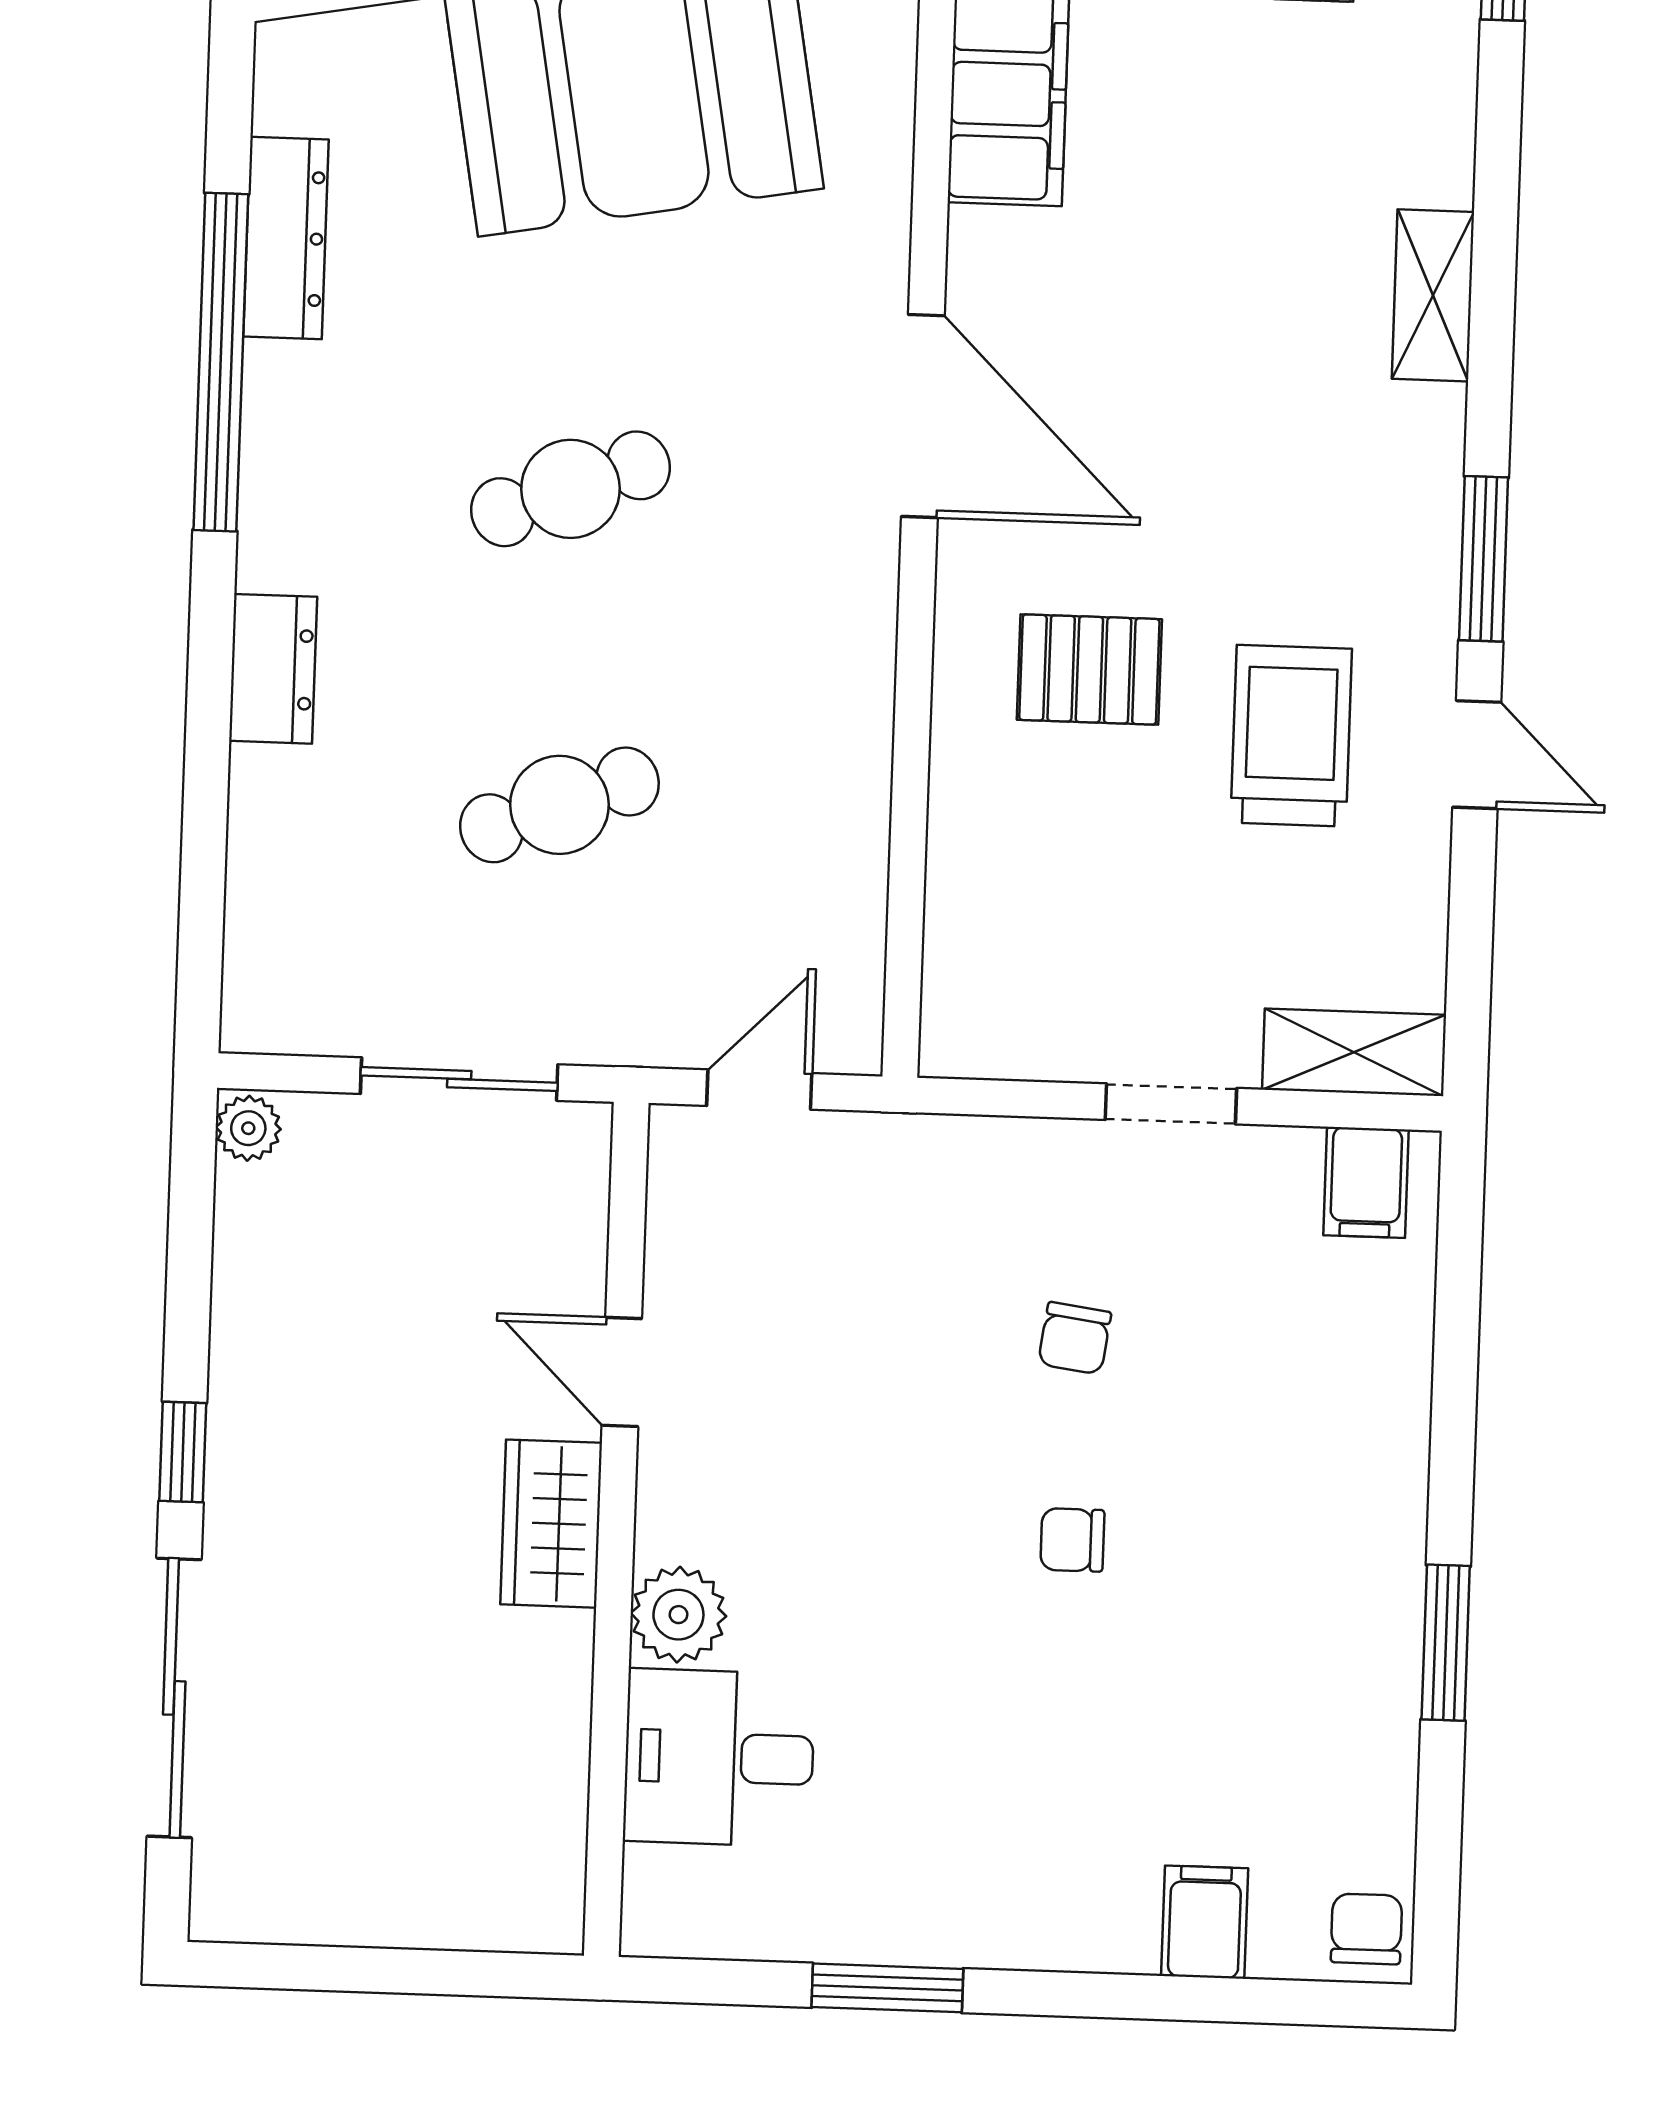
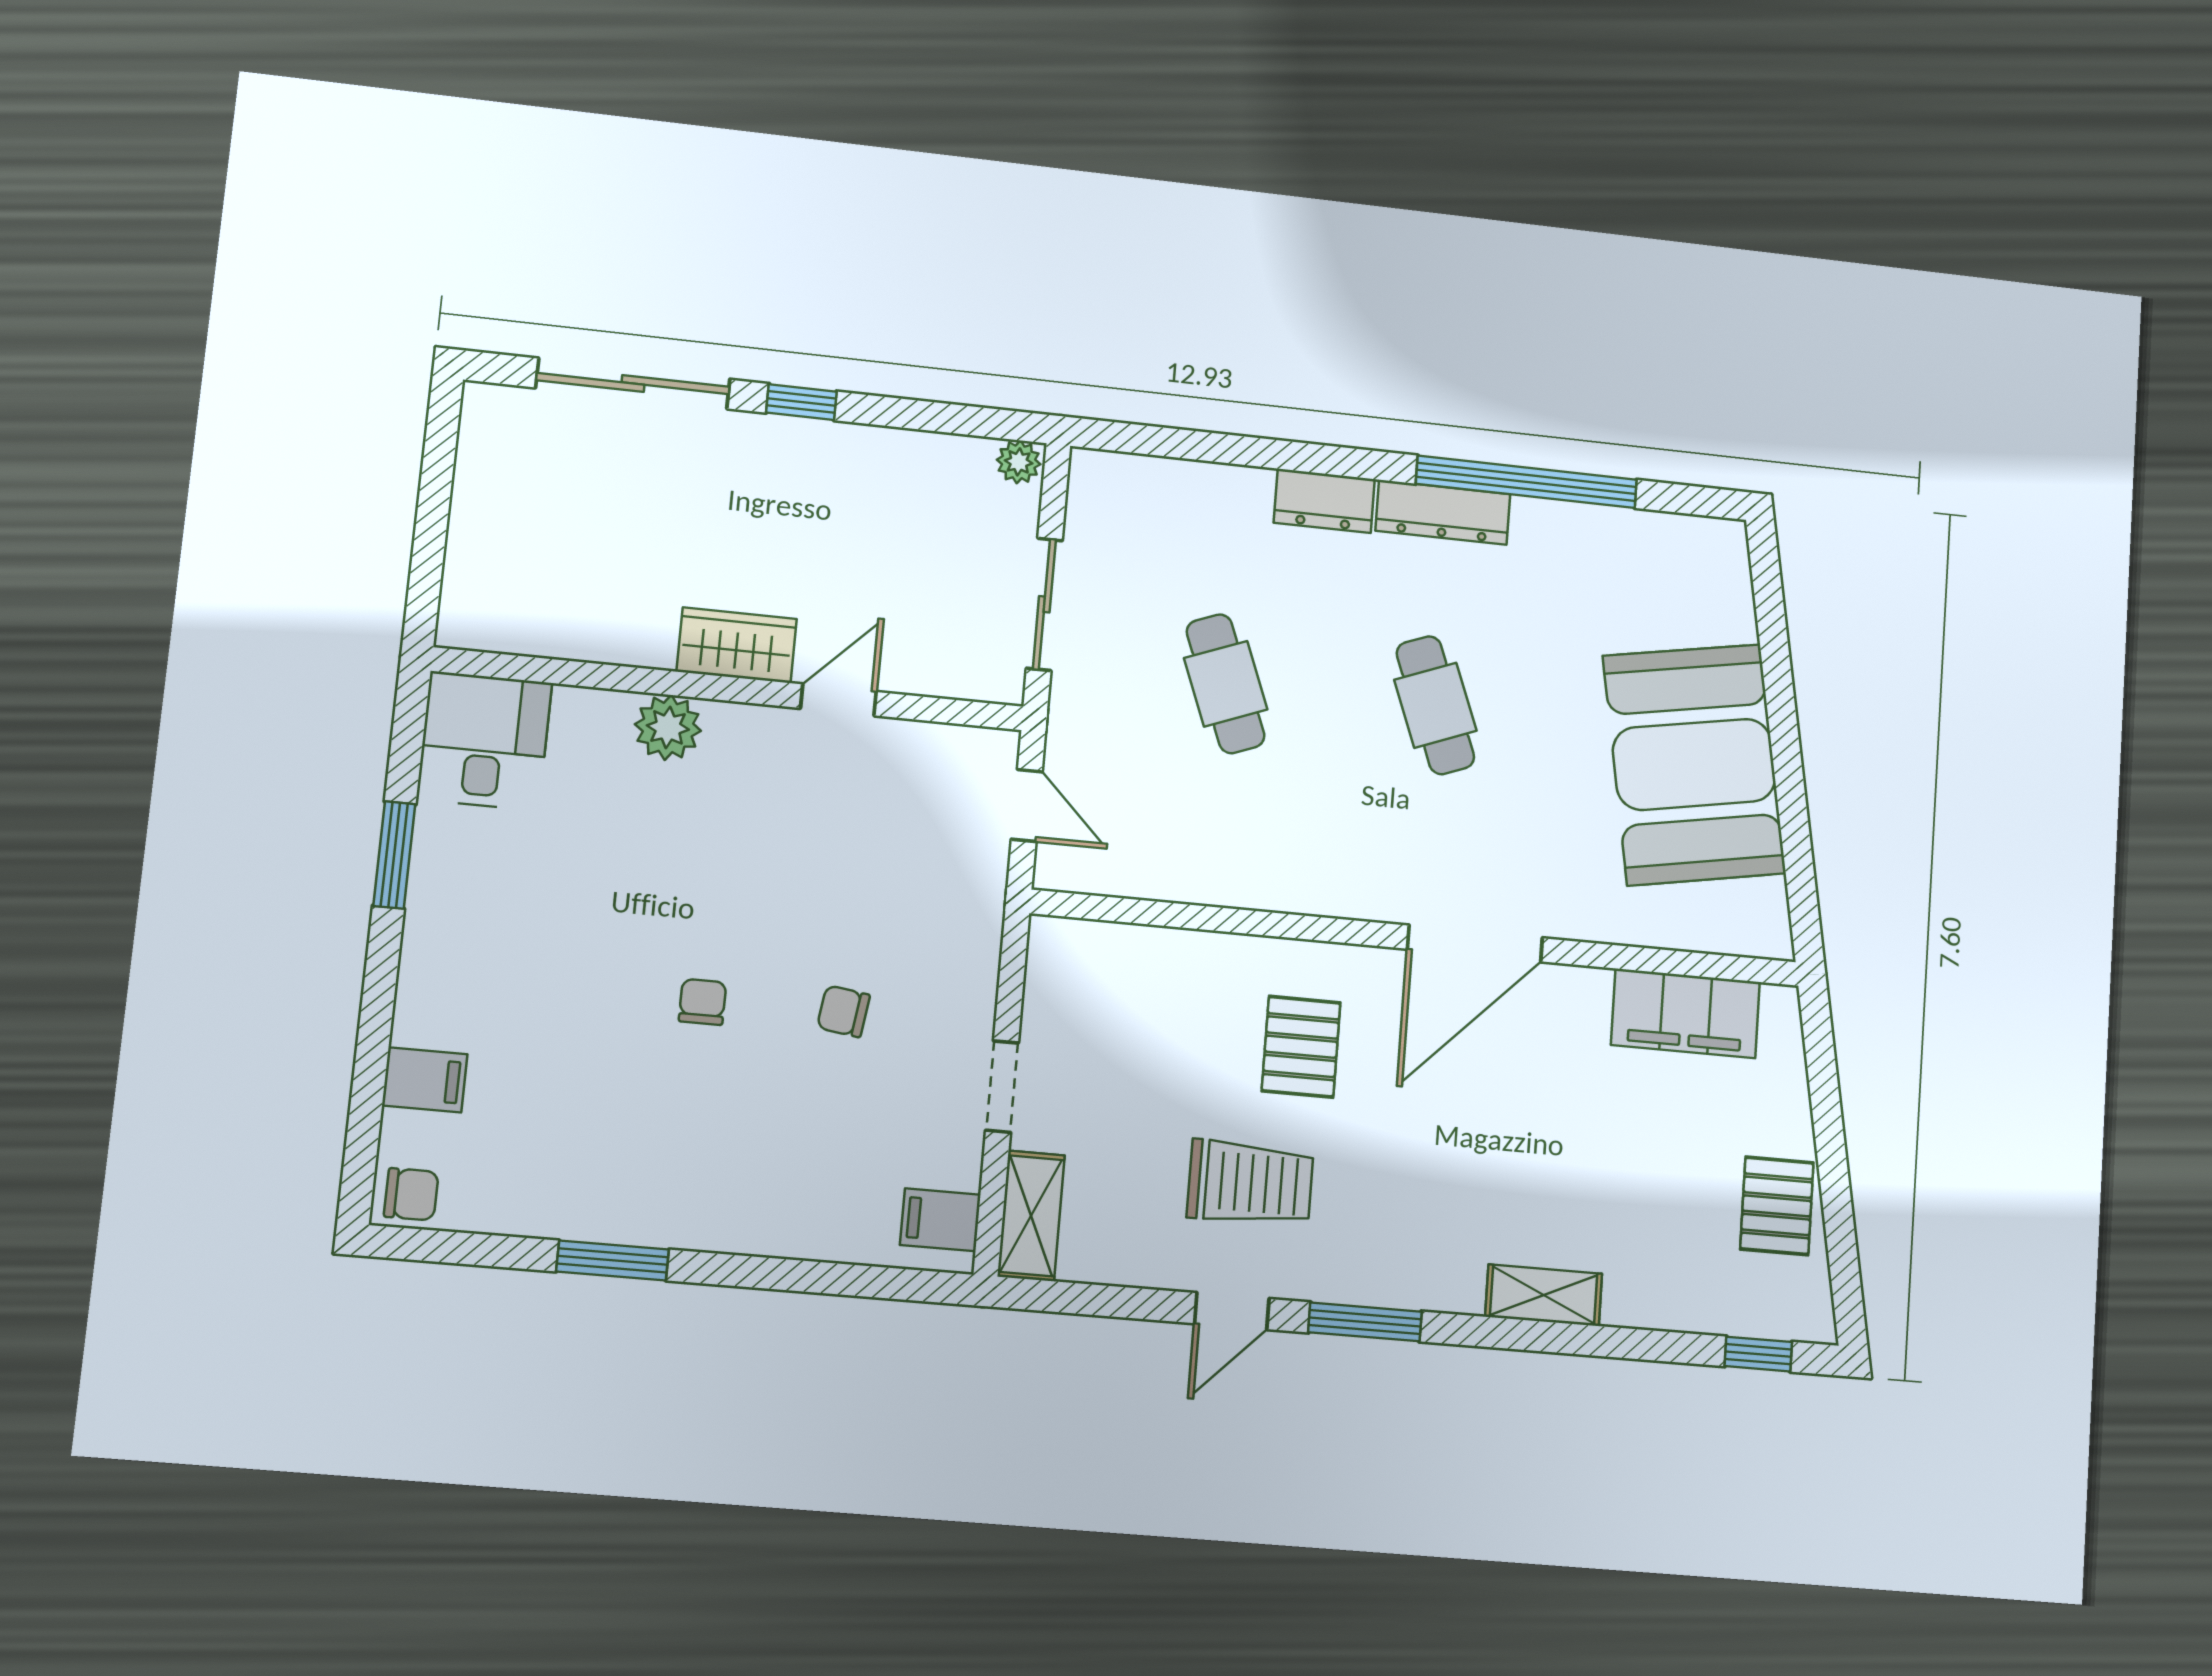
dresser: (286, 238) -> (1443, 512), moved
desk: (719, 1758) -> (484, 741), moved

